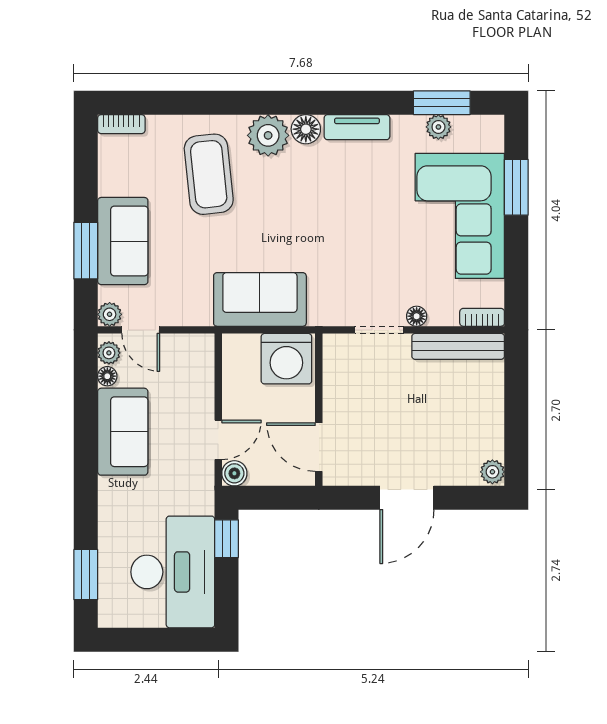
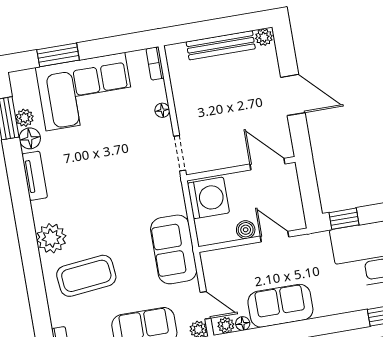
floor lamp: (306, 129) -> (30, 138), moved
sofa: (260, 299) -> (174, 249), moved
door: (141, 330) -> (206, 305), hinge flipped
doorway: (379, 330) -> (180, 153), moved
bench: (458, 346) -> (221, 45), moved, turned 90
door: (319, 447) -> (267, 164), swing flipped
boiler: (234, 473) -> (246, 230), moved

